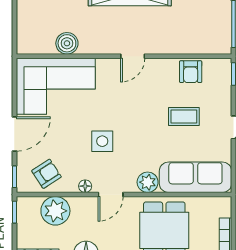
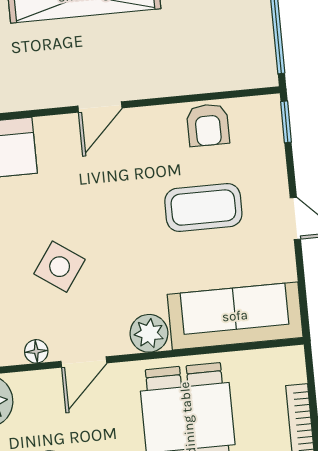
coffee table: (184, 116) -> (203, 208), width x1.36, depth x1.30
side table: (102, 141) -> (60, 267), turned 35

